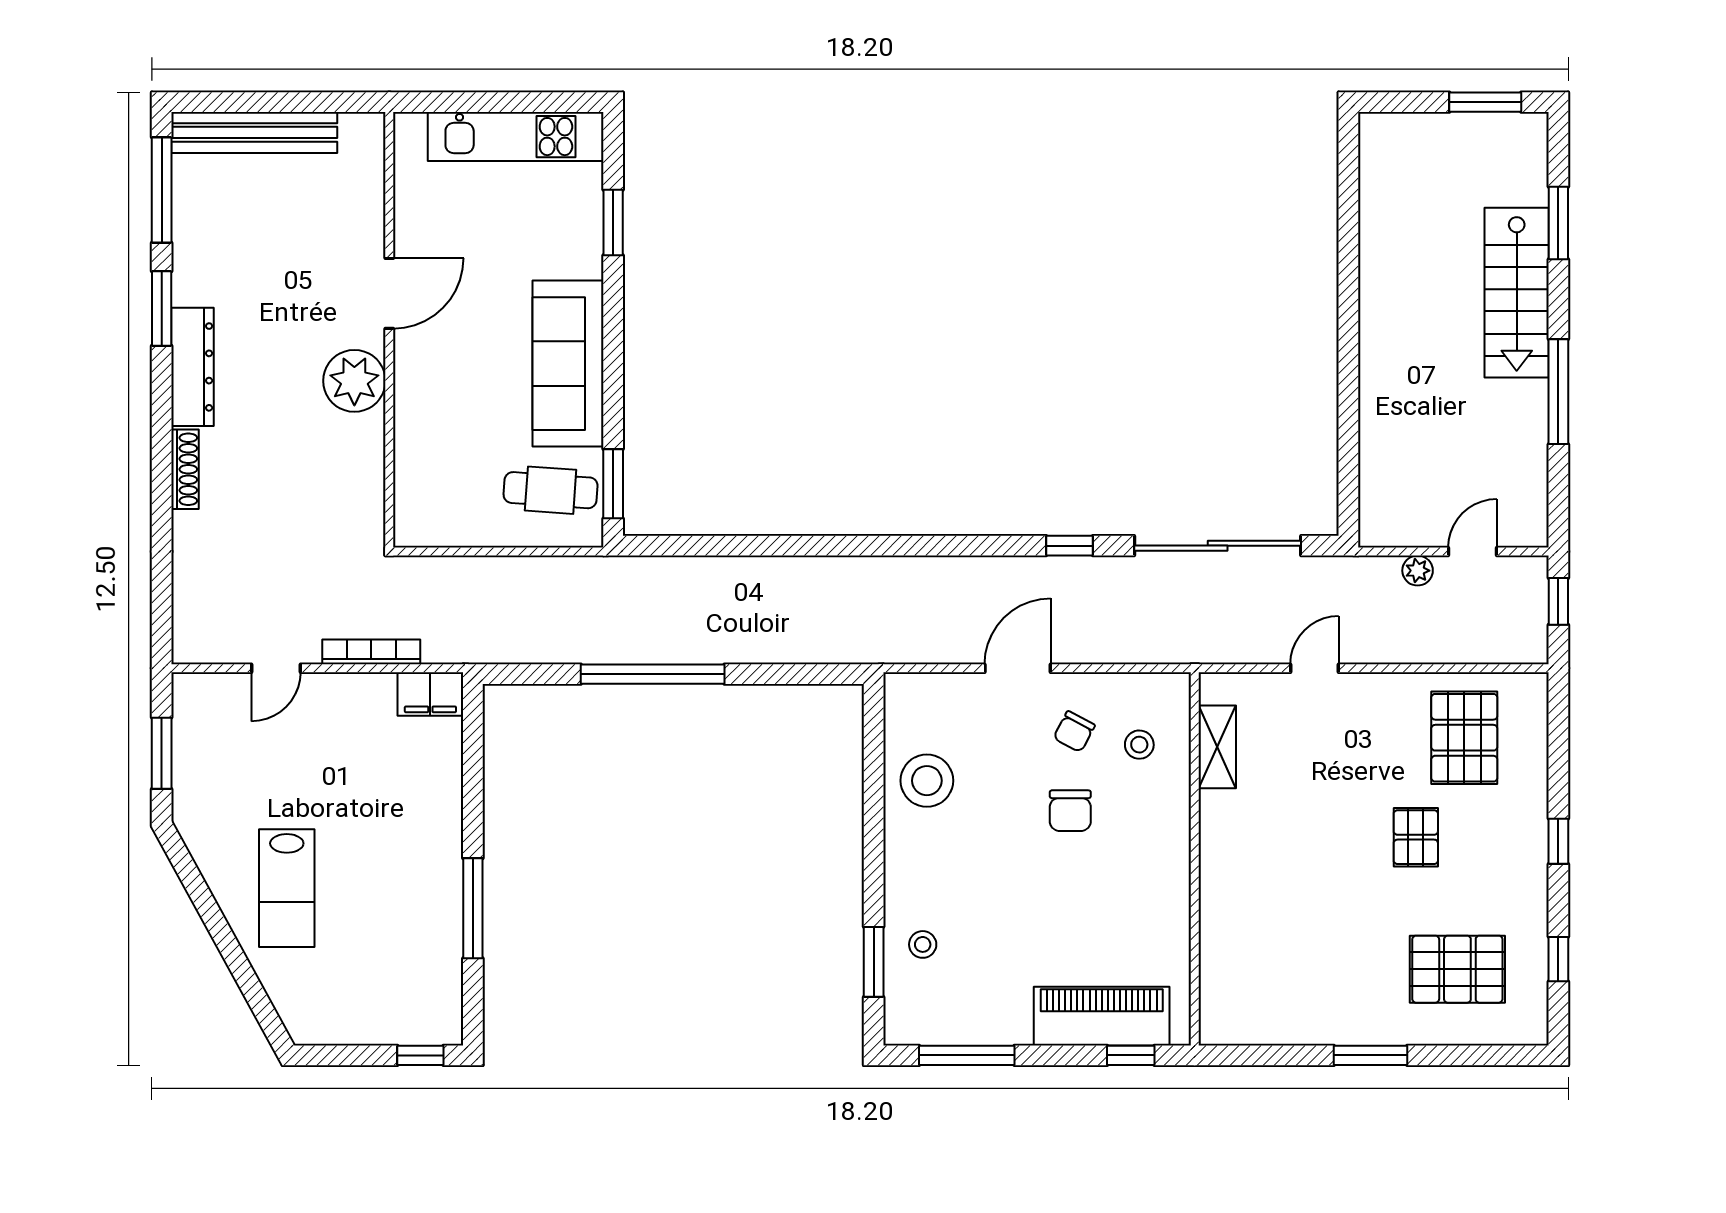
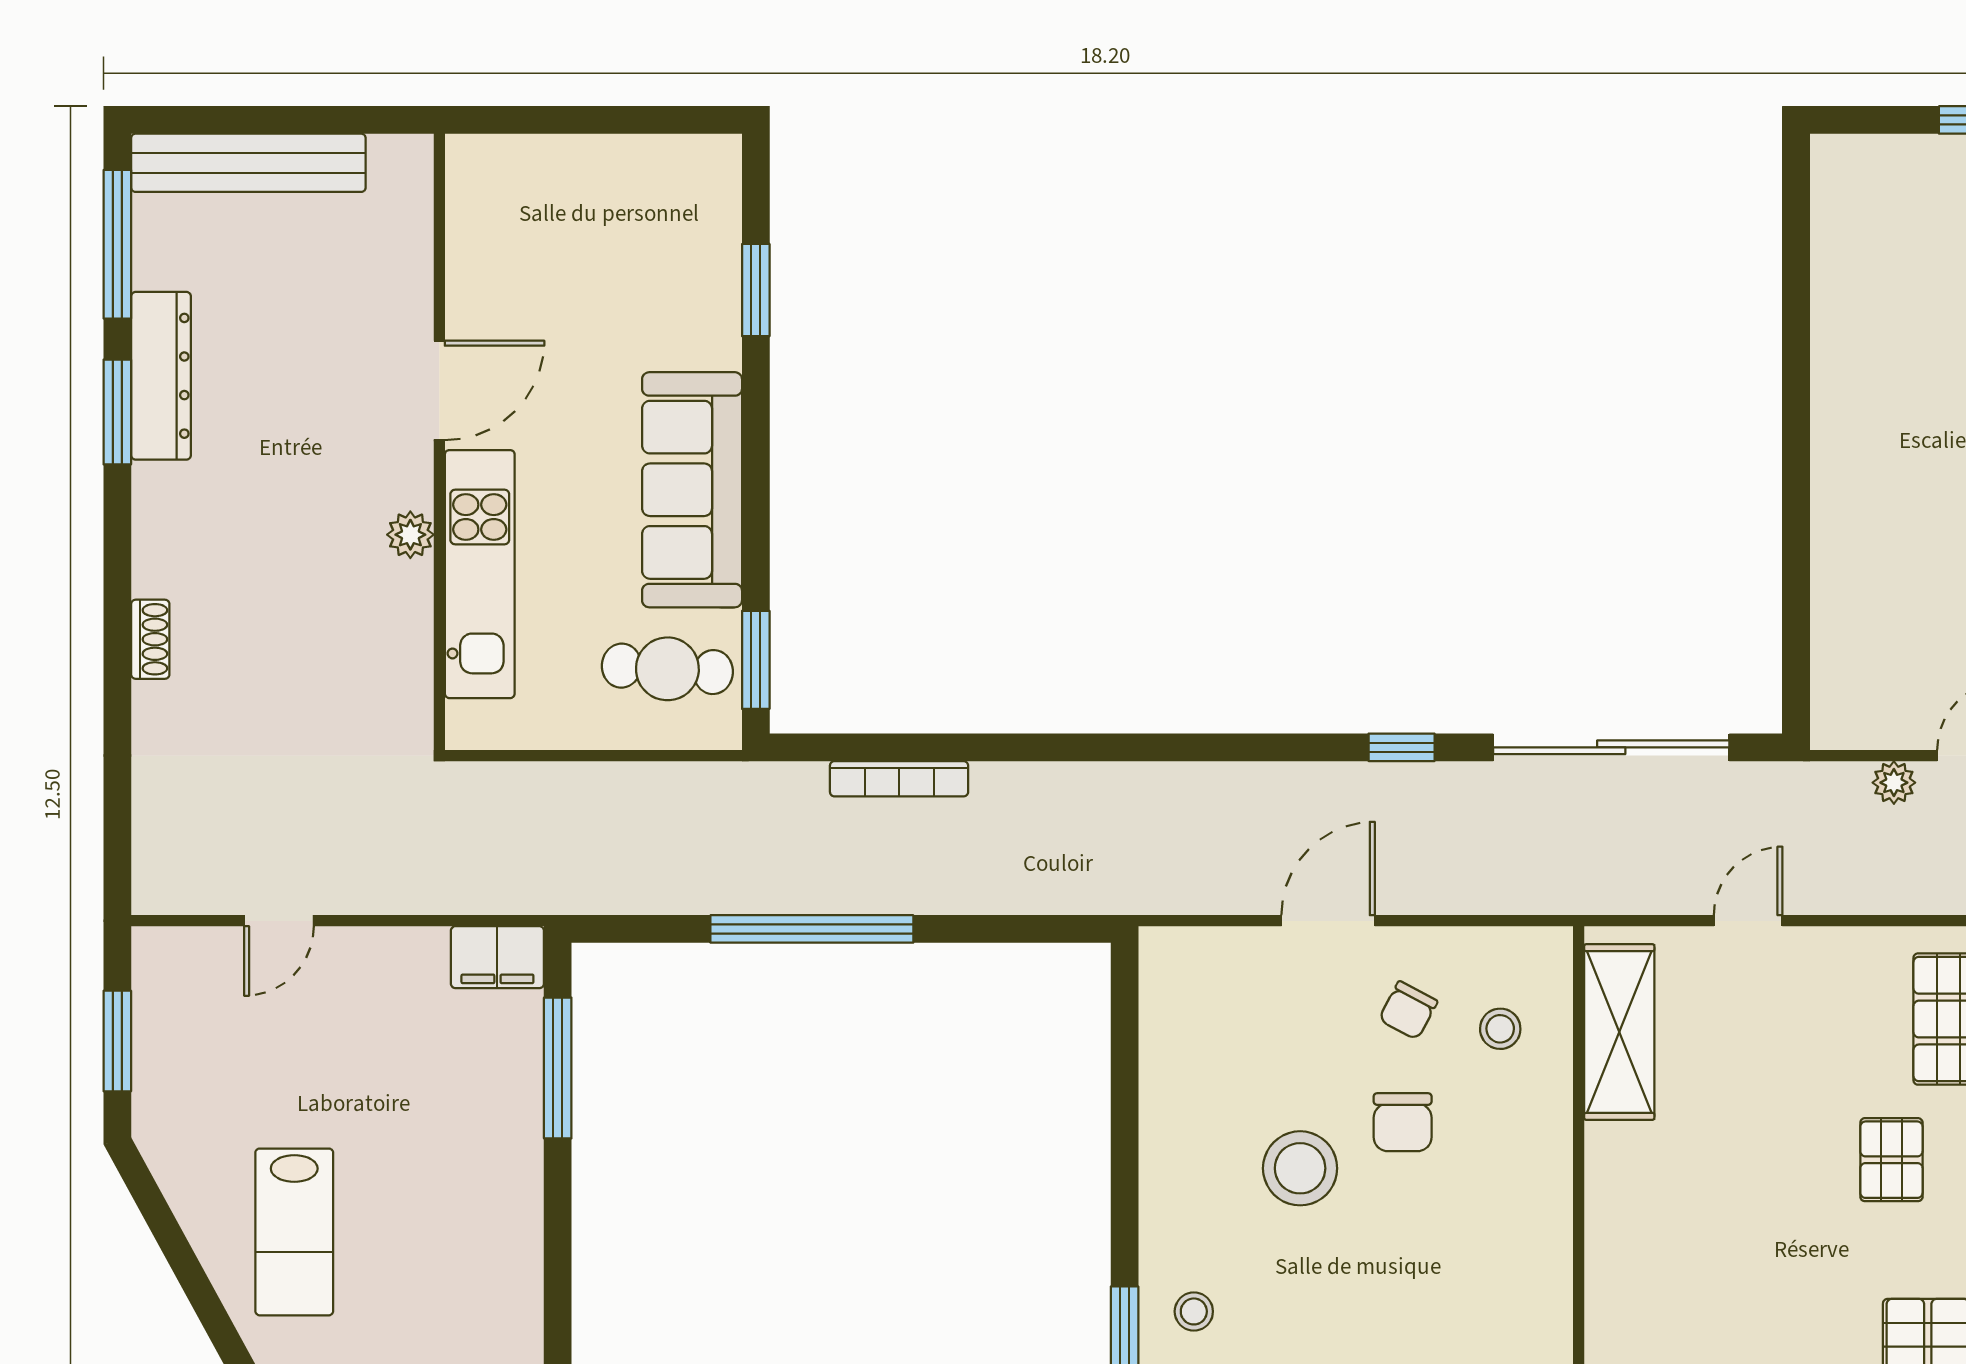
kitchen unit: (516, 137) -> (480, 574), moved, turned -90
dresser: (193, 367) -> (161, 376), moved
plant: (354, 381) -> (410, 535), width x0.53, depth x0.53
shoe rack: (185, 469) -> (150, 639), width x0.70
bookcase: (371, 652) -> (899, 779), moved, turned 180
shelving: (1217, 747) -> (1619, 1032), width x1.50, depth x1.33
stool: (927, 781) -> (1300, 1168), moved
window: (473, 908) -> (558, 1068), moved

